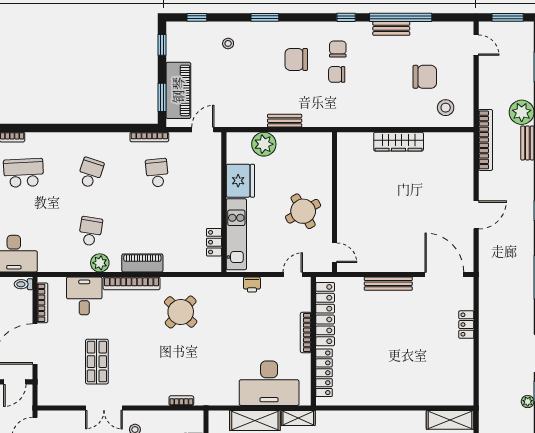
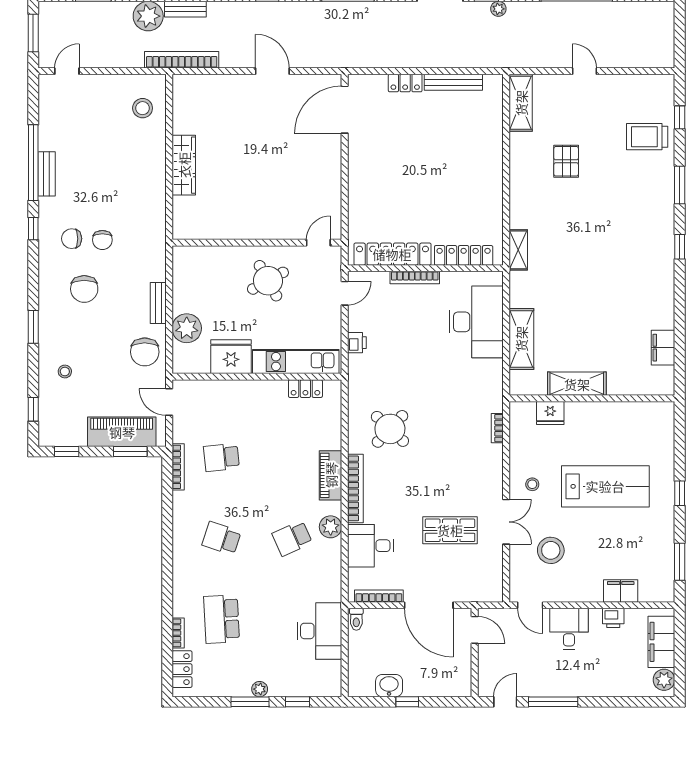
chair: (425, 77) -> (145, 352), moved, turned 180
school desk: (90, 231) -> (292, 538), turned -33
door: (293, 274) -> (345, 293), swing flipped
bench: (388, 284) -> (453, 82), moved, turned 90
shelving: (298, 418) -> (518, 250), moved

